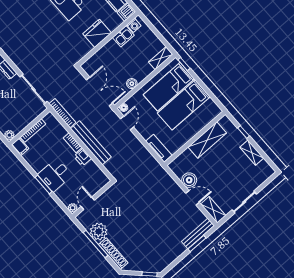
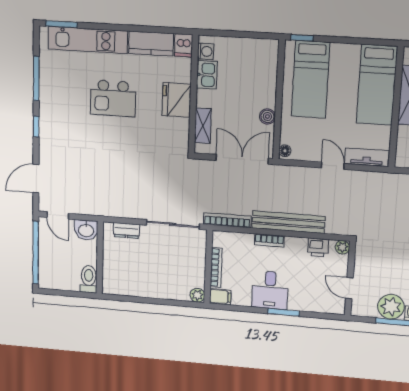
shelving: (161, 58) -> (203, 126), moved
bed: (184, 105) -> (377, 85), moved
door: (127, 123) -> (333, 166), moved
printer: (83, 157) -> (318, 247), moved
desk: (55, 175) -> (270, 290), moved
plant: (73, 208) -> (342, 247), moved

